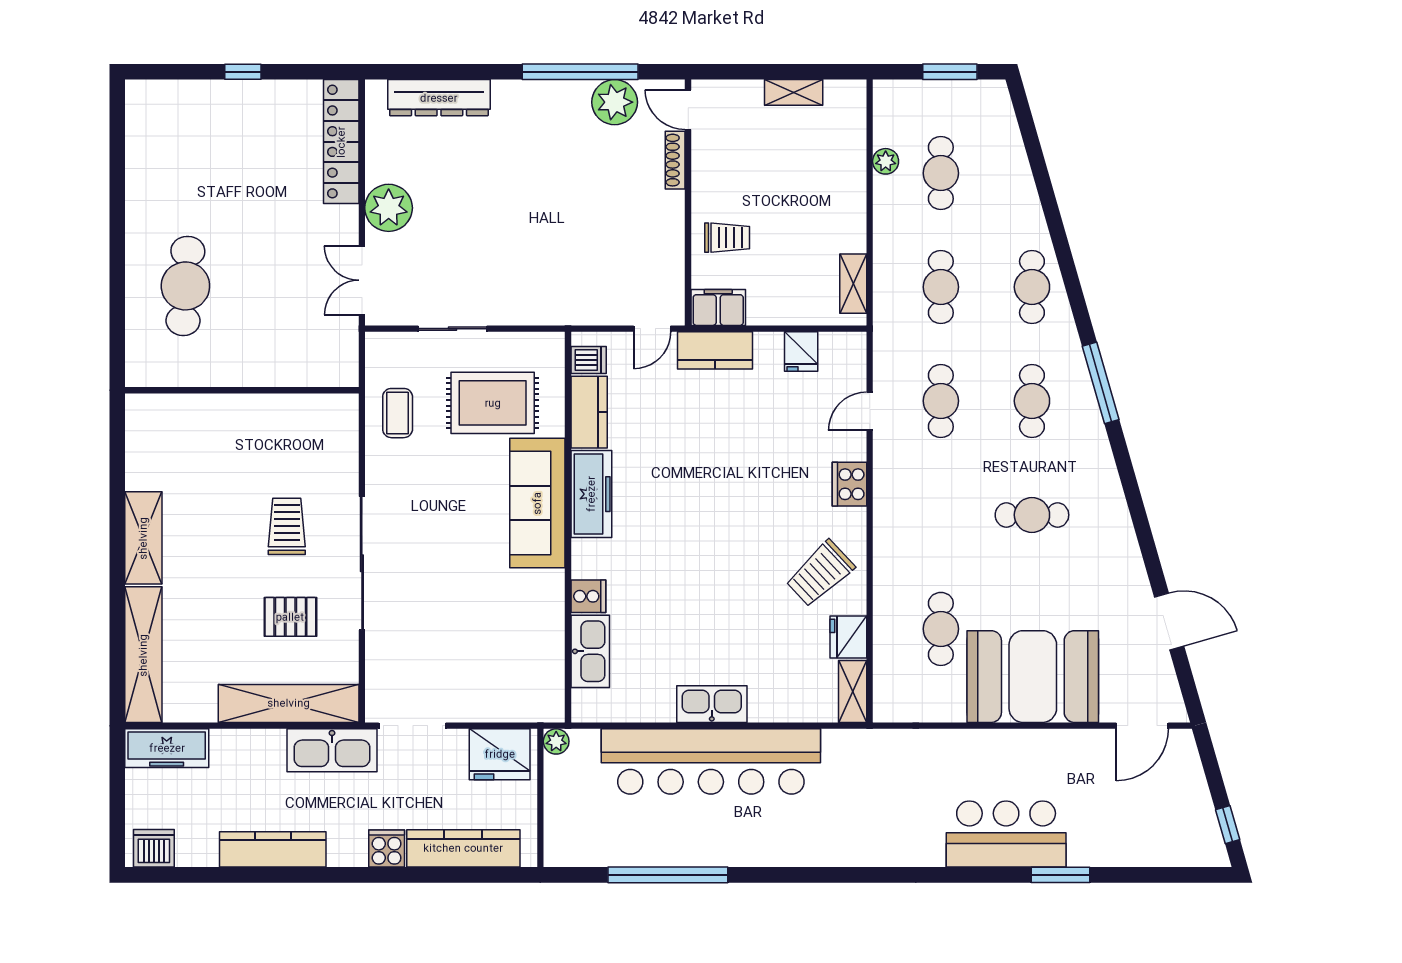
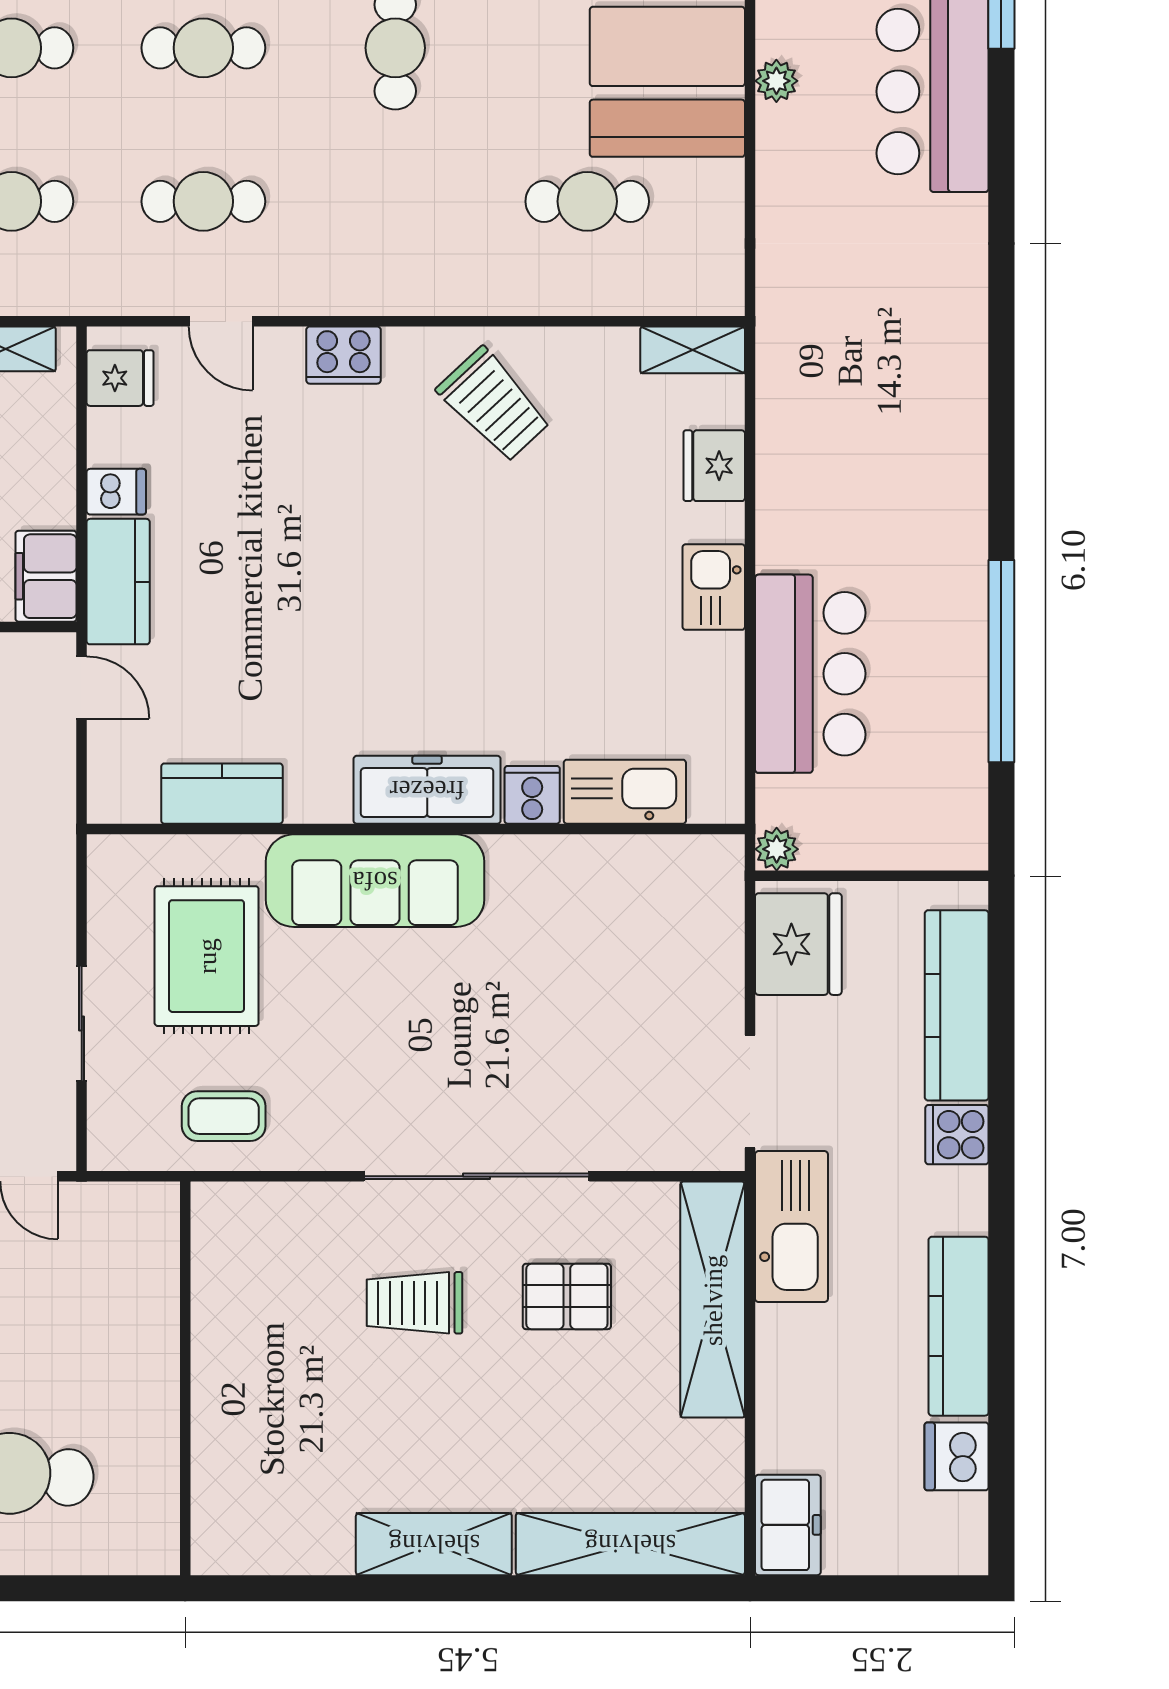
fridge: (801, 352) -> (120, 378), moved
dishwasher: (589, 360) -> (116, 492), moved, turned 90
freezer: (591, 494) -> (427, 790), moved
pallet: (290, 617) -> (567, 1296), turned 90
fridge: (848, 637) -> (714, 466), moved, turned 90
kitchen sink: (712, 704) -> (714, 587), width x0.73
plant: (1012, 741) -> (776, 81), added
freezer: (167, 748) -> (788, 1525), width x0.71
bar counter: (711, 761) -> (810, 674), width x0.54
dishwasher: (154, 848) -> (957, 1456), moved

